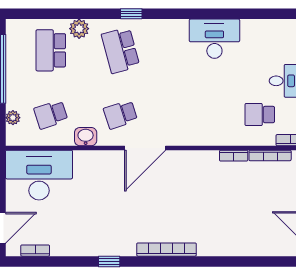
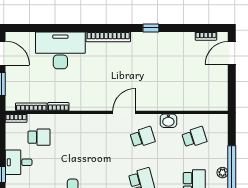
plant: (13, 118) -> (223, 173), moved
door: (145, 148) -> (124, 112), width x0.73
desk: (39, 175) -> (60, 50), moved, turned 180

